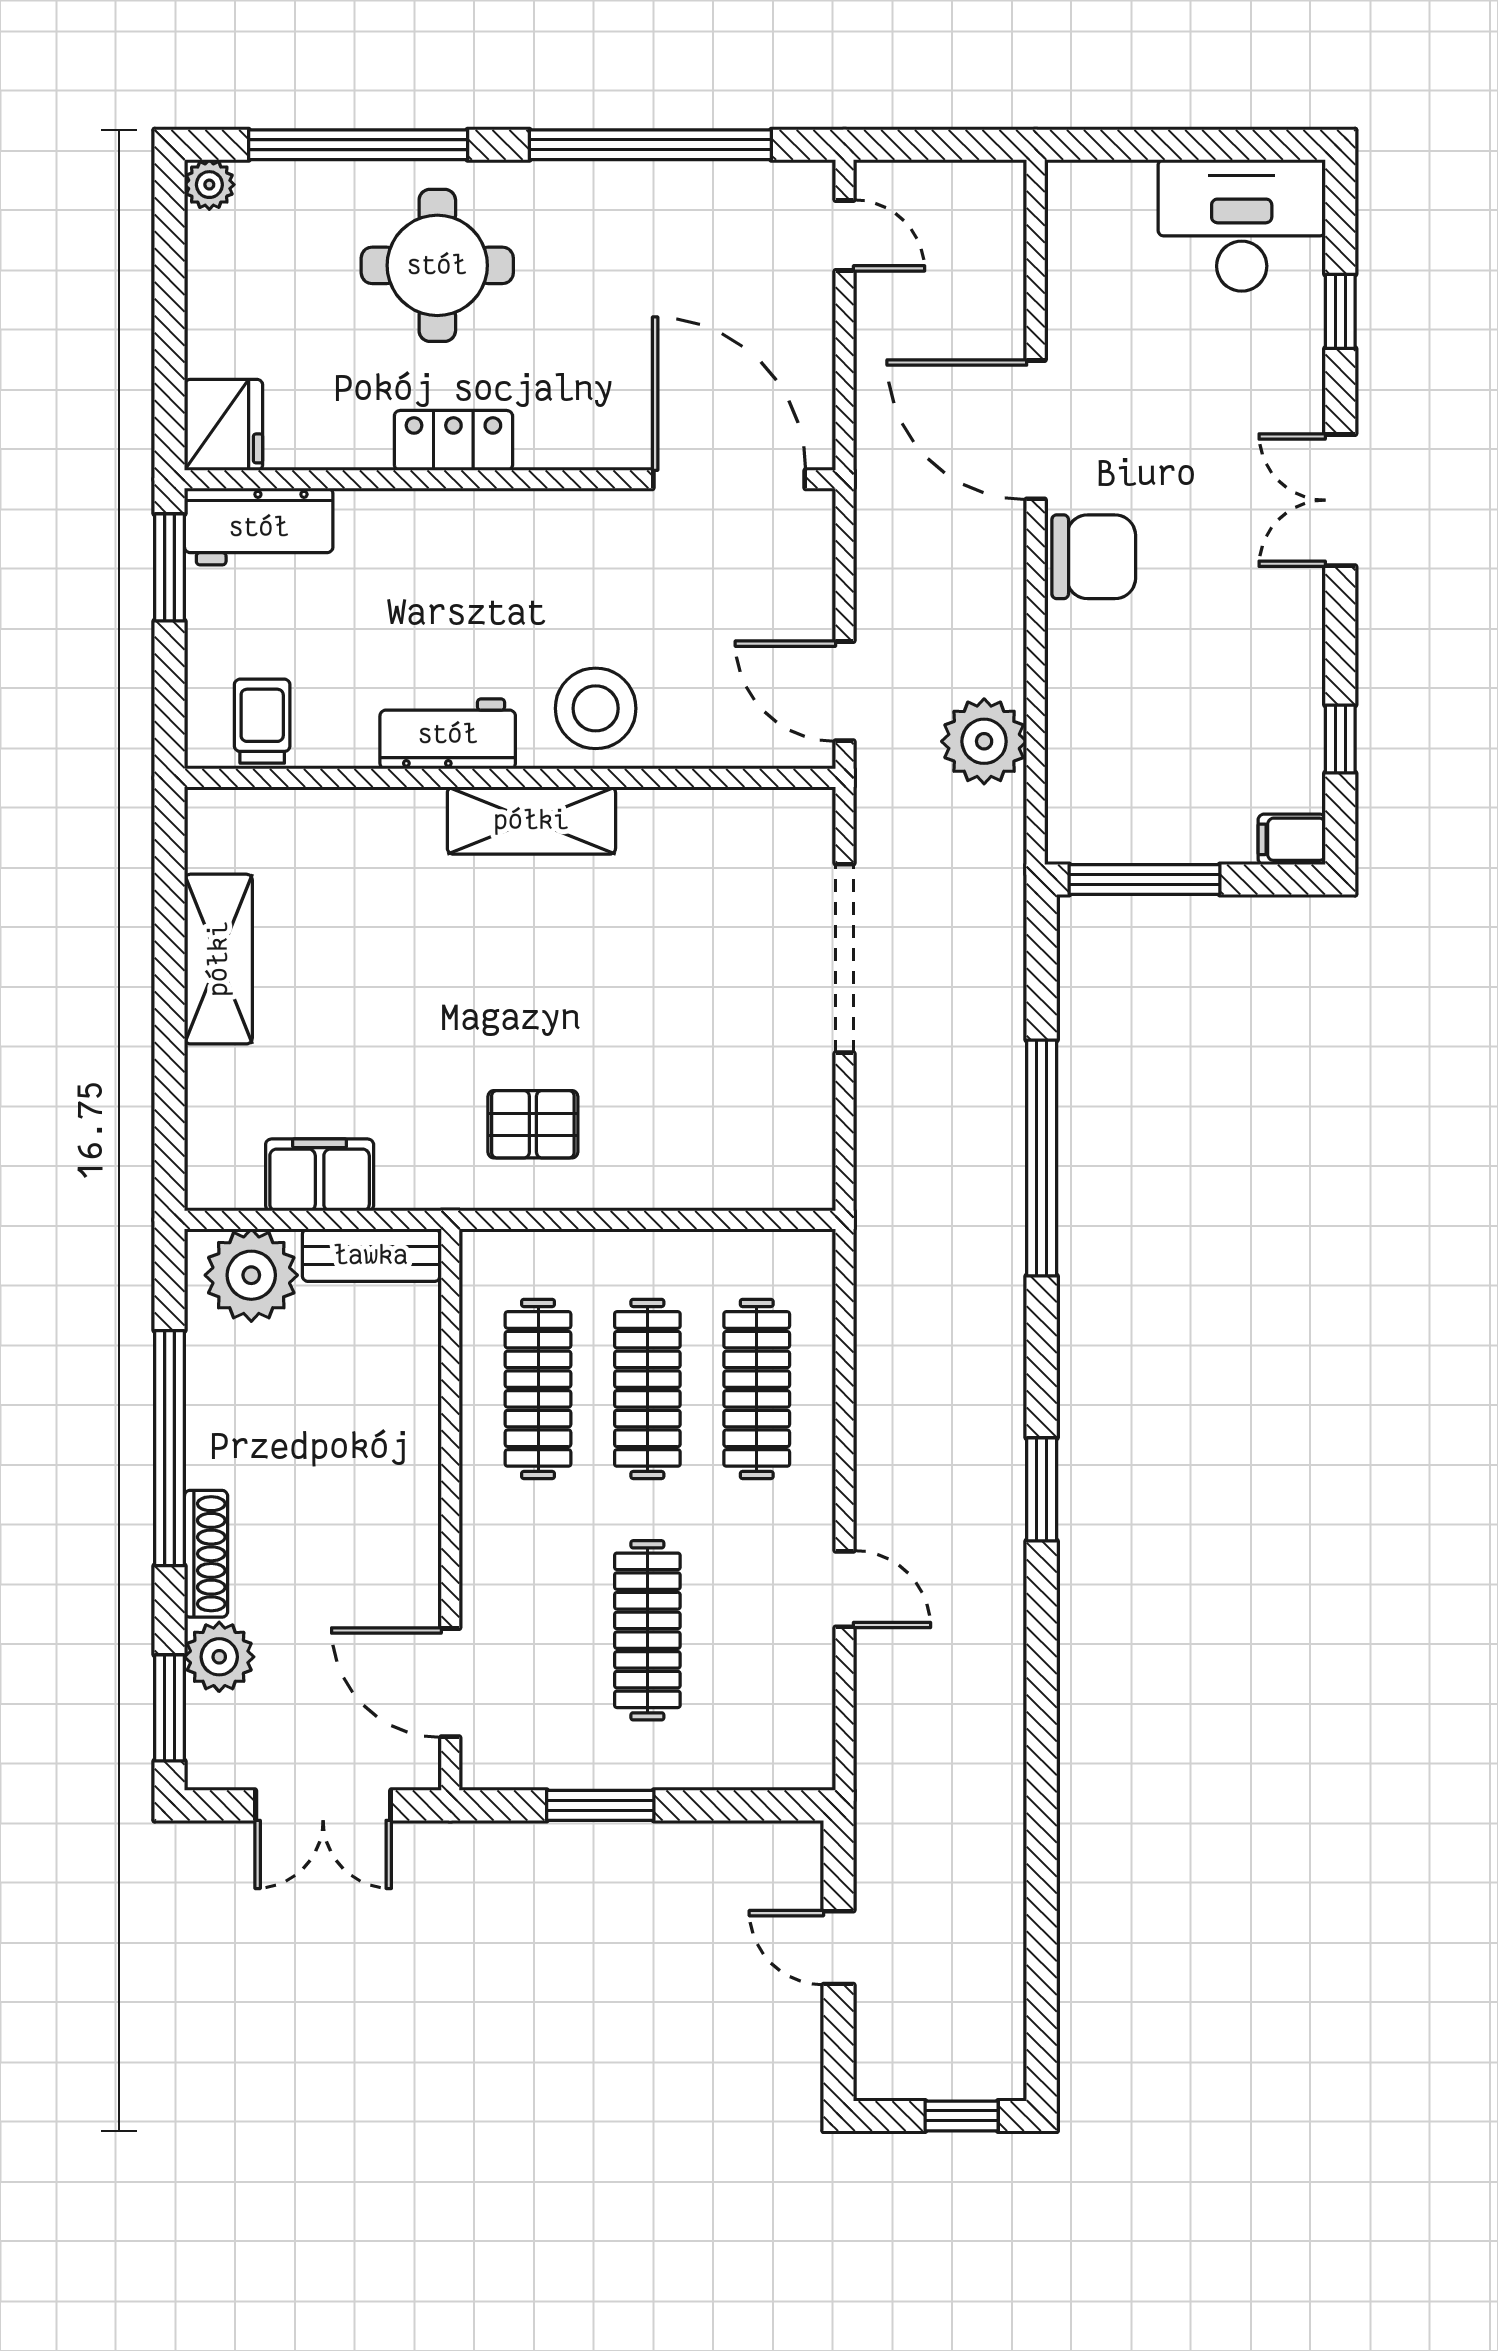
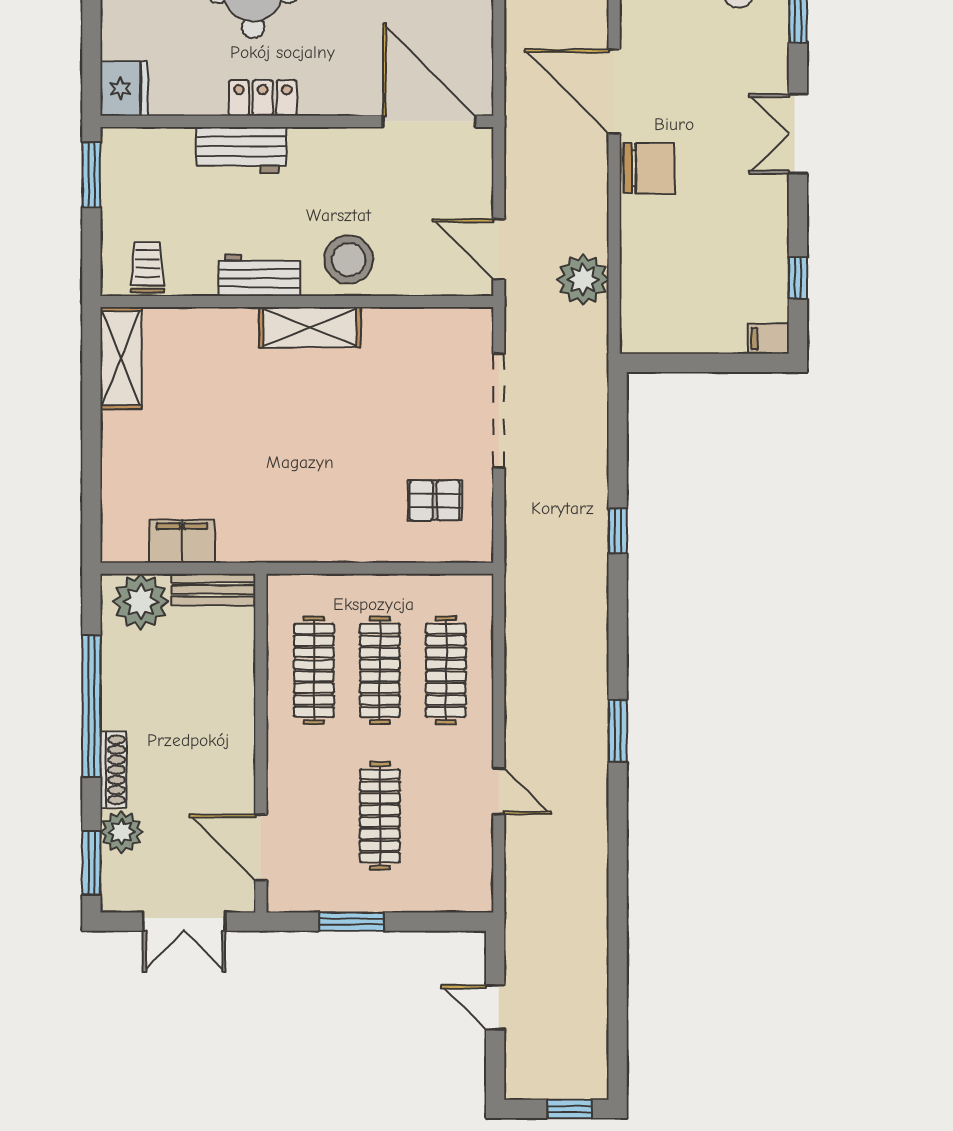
workbench: (259, 527) -> (241, 150), moved
window: (1145, 879) -> (680, 363), removed
shelving: (218, 959) -> (121, 358), moved
pallet: (533, 1124) -> (435, 500), moved
window: (1042, 1158) -> (618, 531), width x0.32

